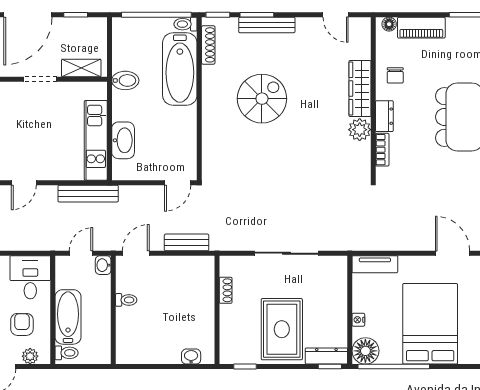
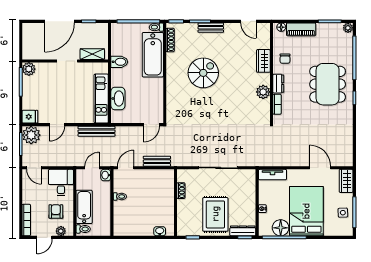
bench: (267, 25) -> (211, 28), width x0.73
wardrobe: (360, 89) -> (263, 61), width x0.67
floor lamp: (365, 351) -> (281, 228), moved

